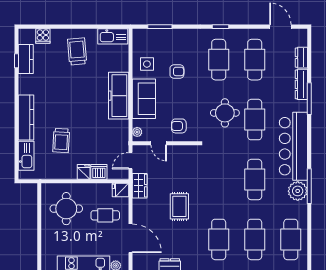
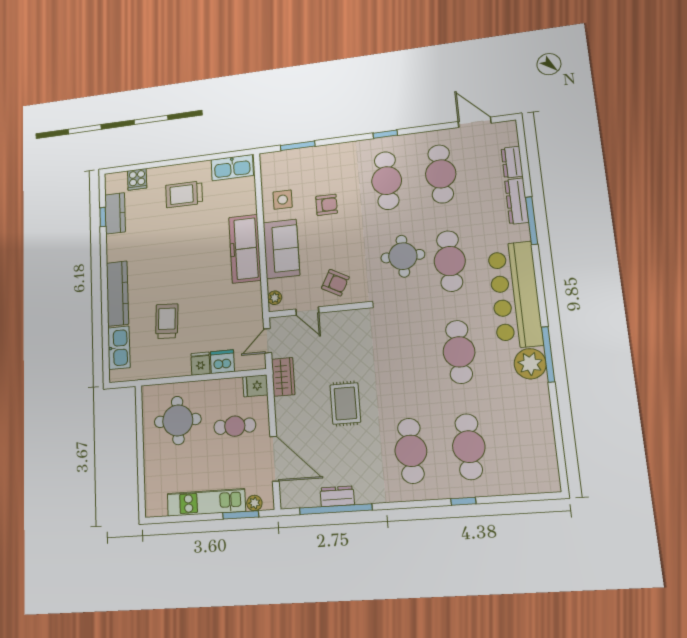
trolley: (77, 51) -> (184, 194), turned -85
armchair: (179, 126) -> (335, 283), turned -152
trolley: (61, 141) -> (167, 321), turned 180
cafe table: (291, 239) -> (528, 442), removed

